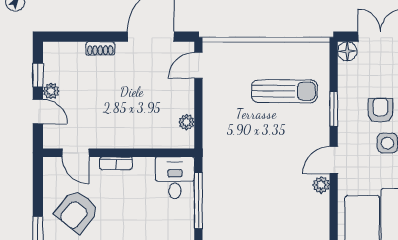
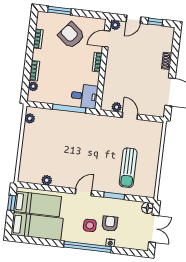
door: (198, 65) -> (130, 116), moved
plant: (51, 91) -> (115, 25), moved
armchair: (380, 110) -> (110, 224), turned -90
door: (334, 160) -> (84, 192), hinge flipped
plant: (321, 185) -> (47, 180), moved

